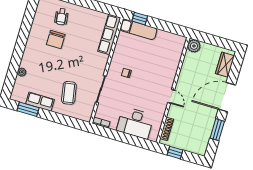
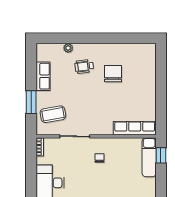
wheelchair: (61, 17) -> (84, 66), moved
chair: (56, 39) -> (113, 74), turned 90
coffee table: (69, 93) -> (53, 114), moved
window: (28, 109) -> (31, 102), moved

